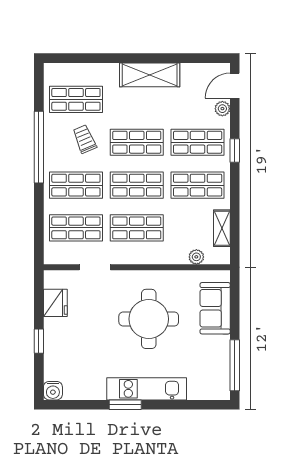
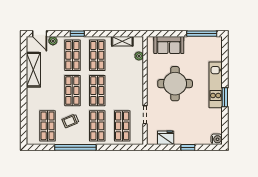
shelving: (150, 75) -> (33, 70), moved
shop shelf: (137, 228) -> (122, 91), removed

